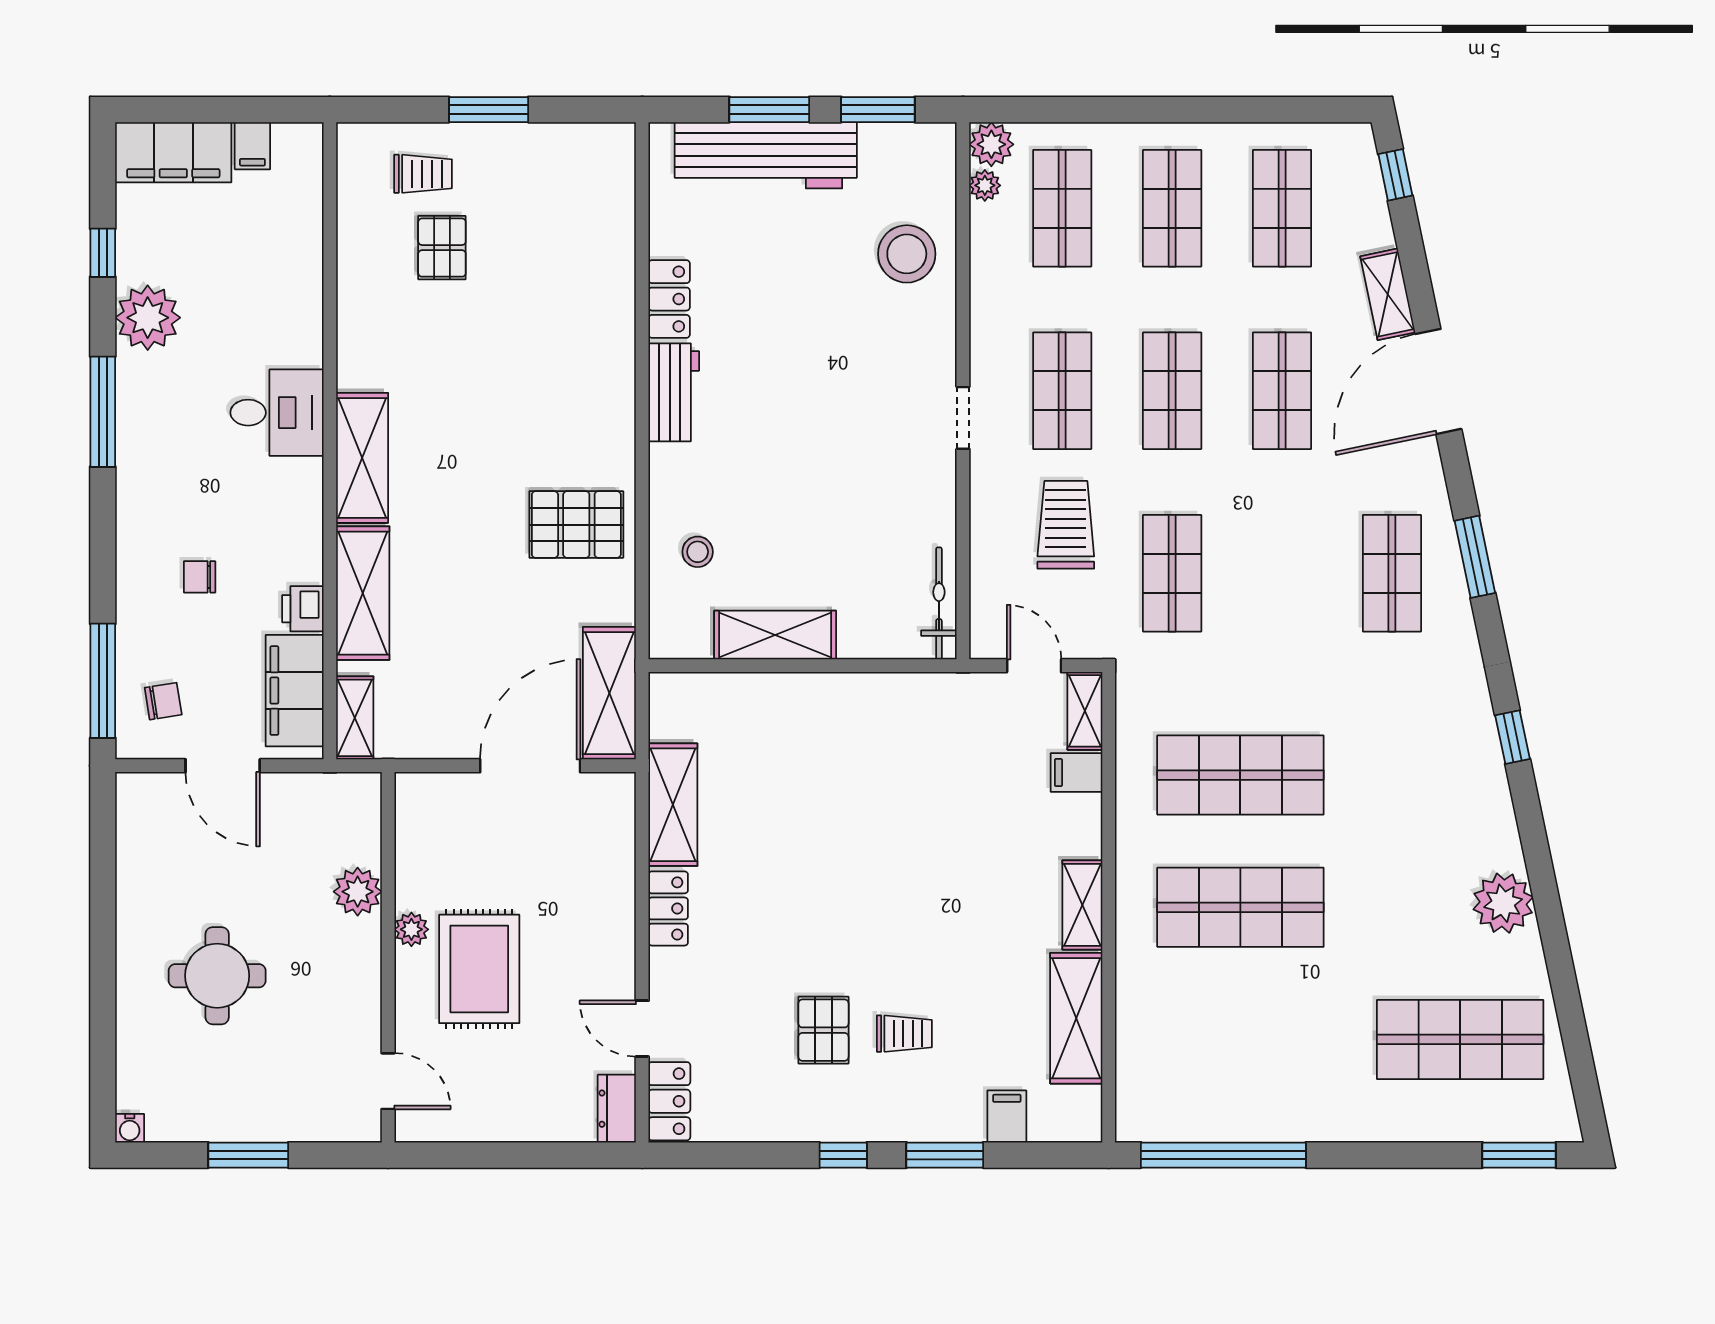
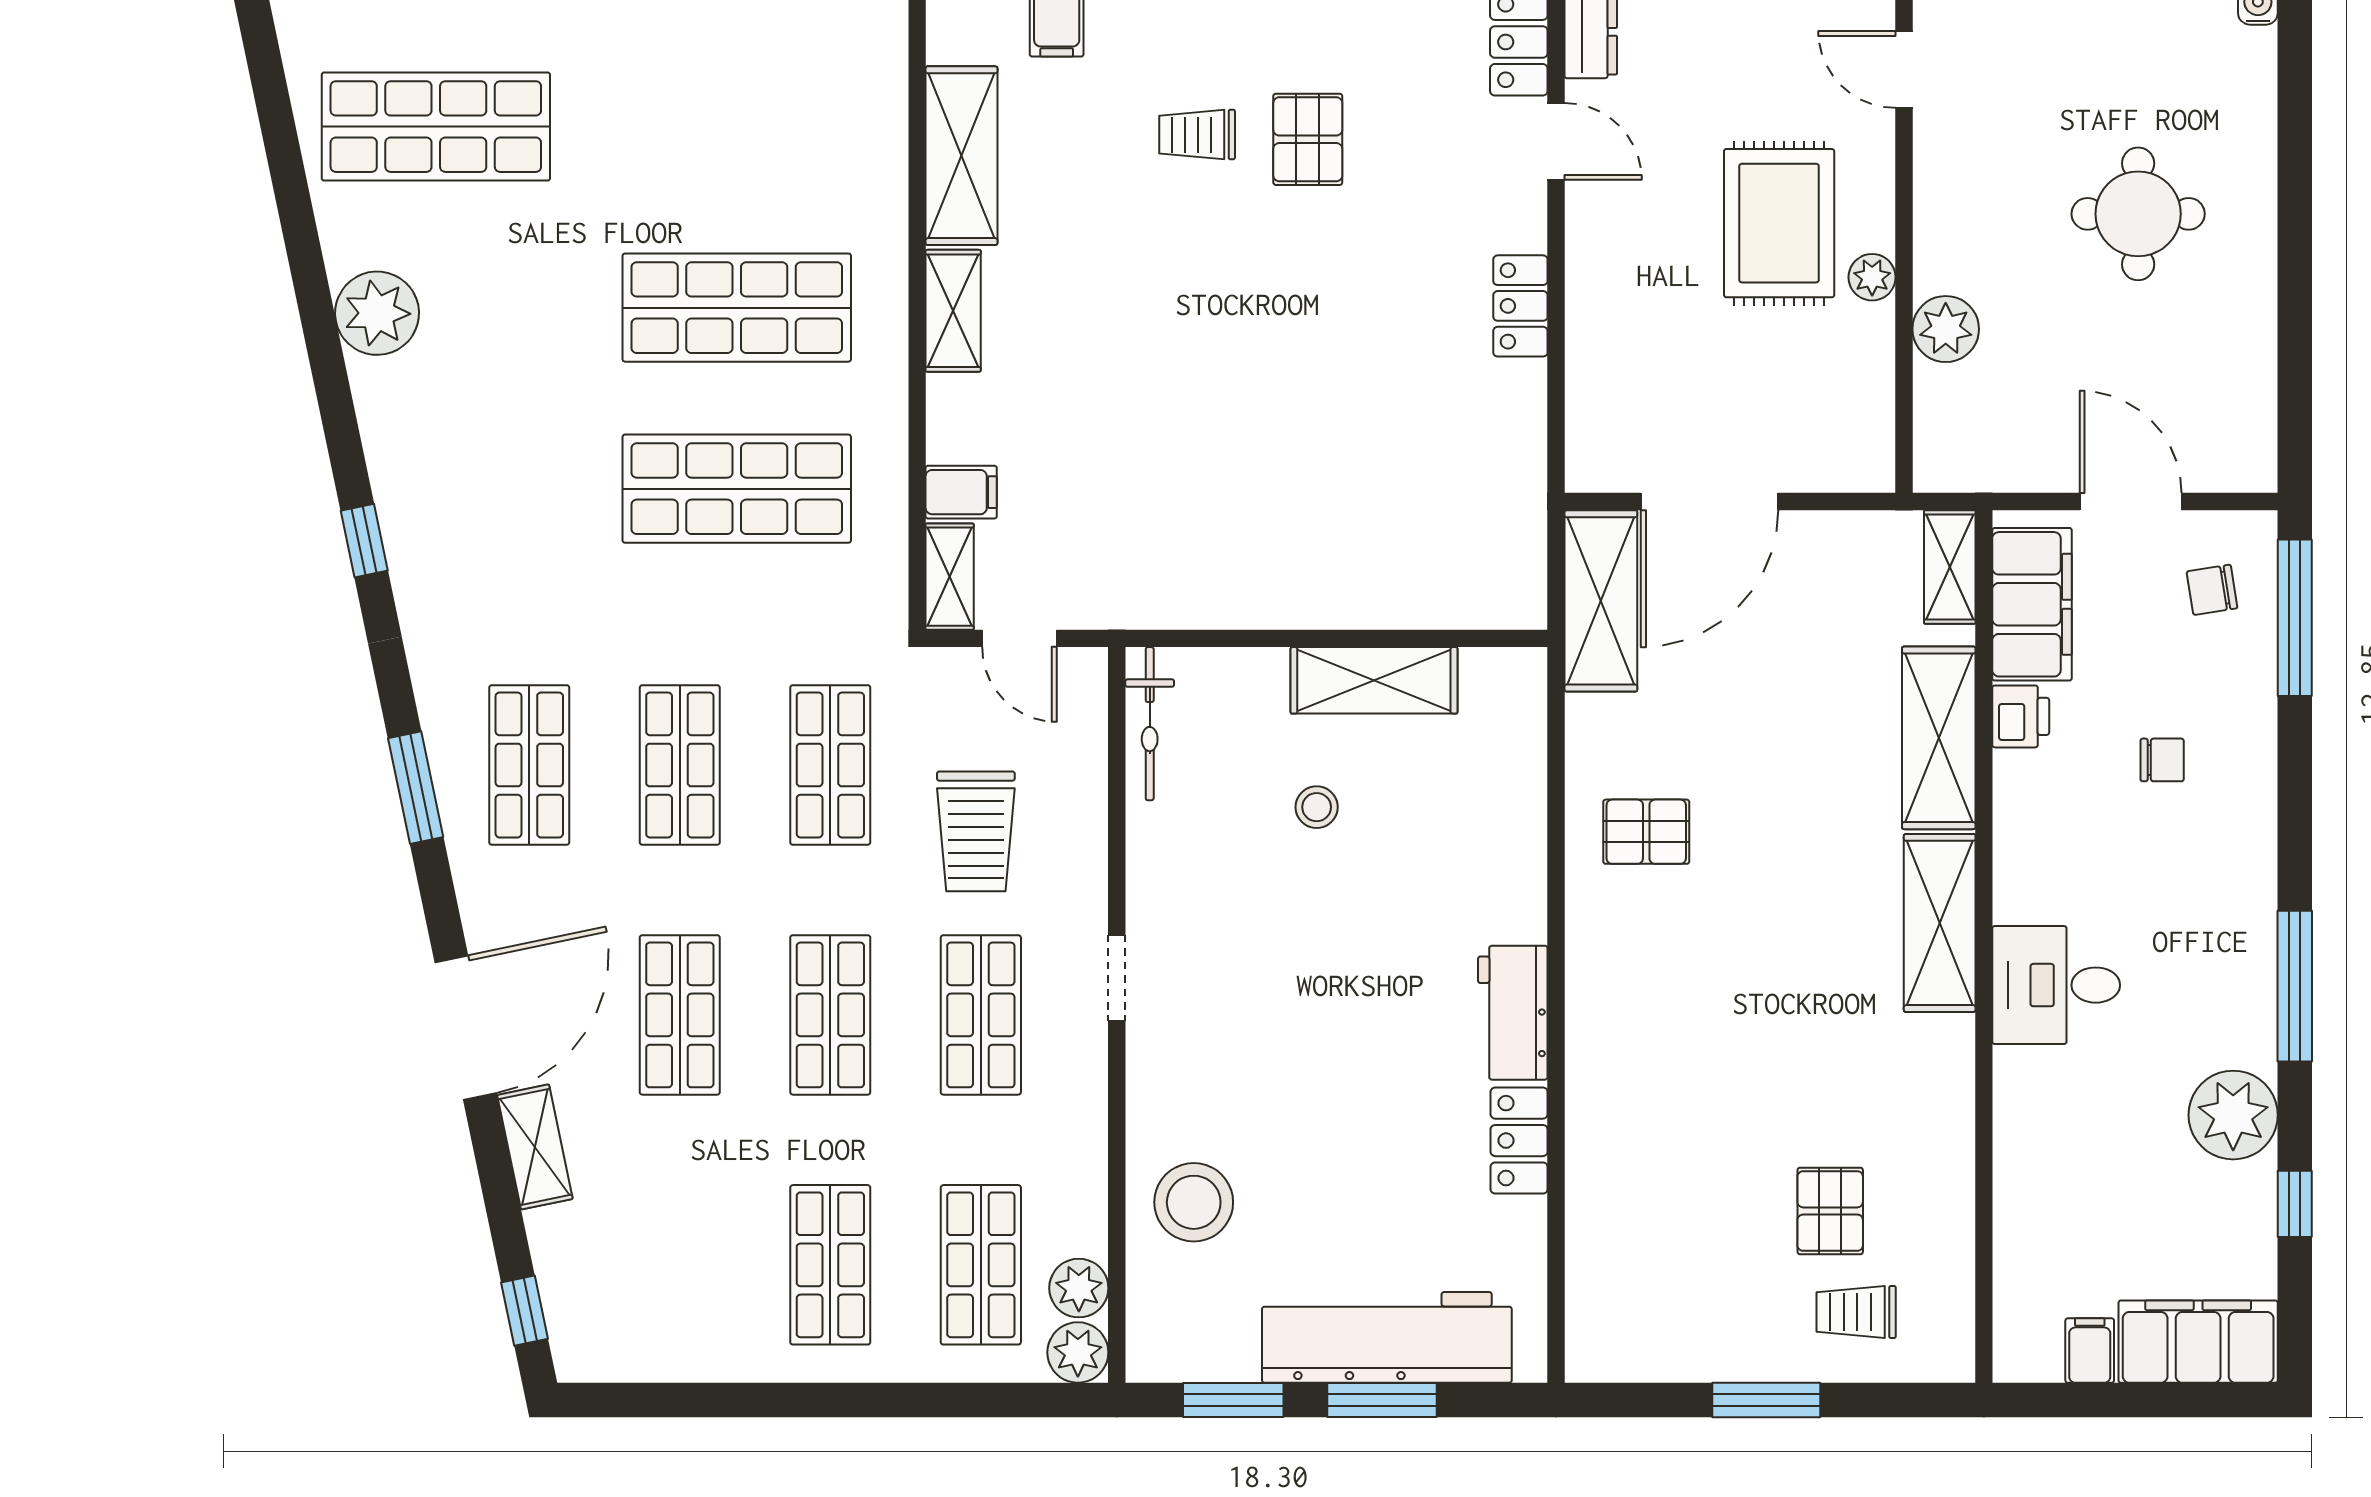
plant: (985, 185) -> (1079, 1288), width x1.38, depth x1.38
shop shelf: (1282, 208) -> (680, 765), moved
pallet: (576, 525) -> (1646, 832), width x0.67, depth x0.71
stool: (698, 552) -> (1317, 807), moved
shelving: (673, 805) -> (1514, 448), removed

